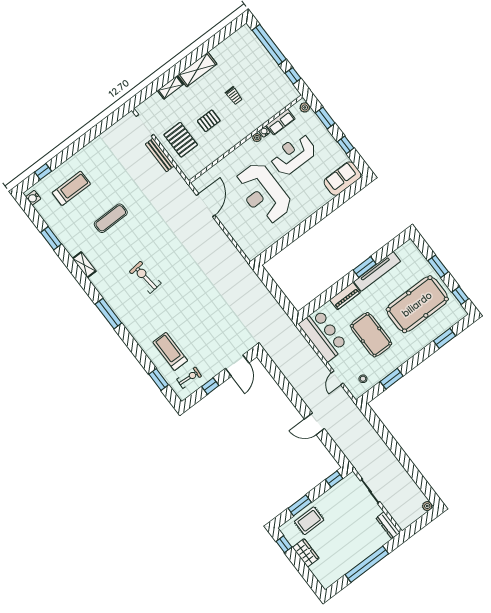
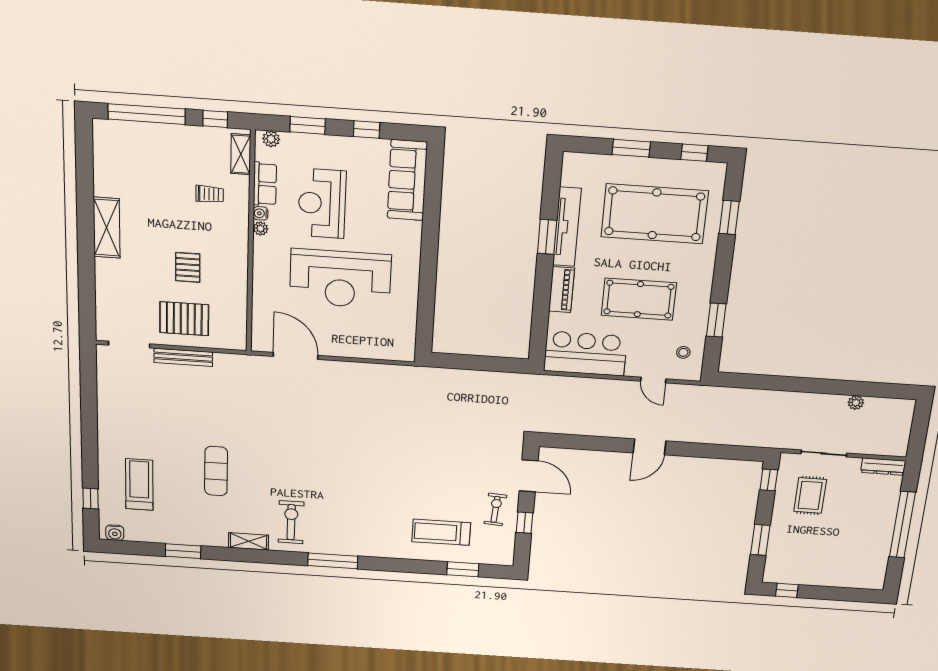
shelving: (170, 87) -> (241, 154), moved
trolley: (234, 96) -> (210, 194), moved
sofa: (343, 179) -> (407, 180), width x1.36
exercise bike: (145, 277) -> (291, 522), moved, turned 96
pool table: (417, 304) -> (655, 214), turned 90
exercise bike: (189, 378) -> (495, 509), moved
door: (314, 424) -> (649, 447), moved
plant: (427, 506) -> (856, 403), moved
rug: (309, 521) -> (810, 495), moved
wardrobe: (306, 553) -> (821, 576), removed

